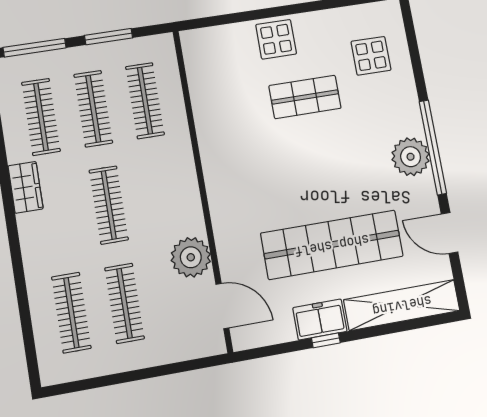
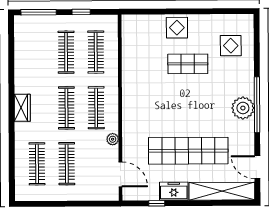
window: (109, 37) -> (81, 12), width x0.67
clothes rail: (41, 117) -> (96, 108), moved
wardrobe: (26, 187) -> (22, 108), moved
door: (450, 233) -> (257, 167), moved
plant: (191, 257) -> (113, 139), width x0.53, depth x0.53
window: (326, 340) -> (157, 203), moved

